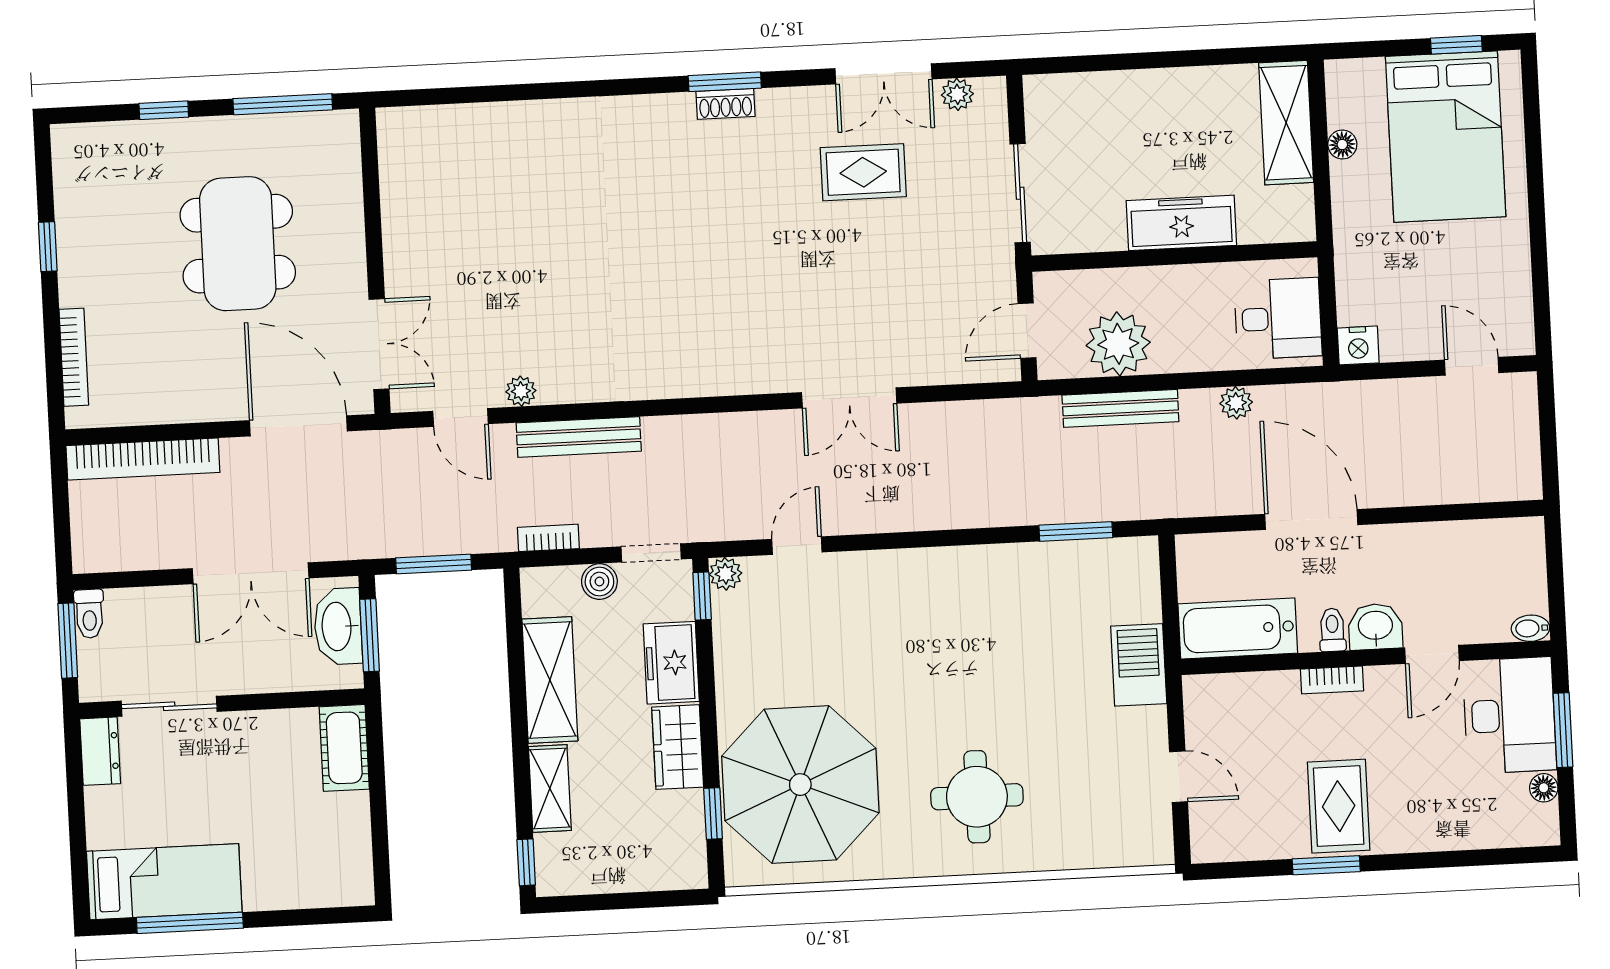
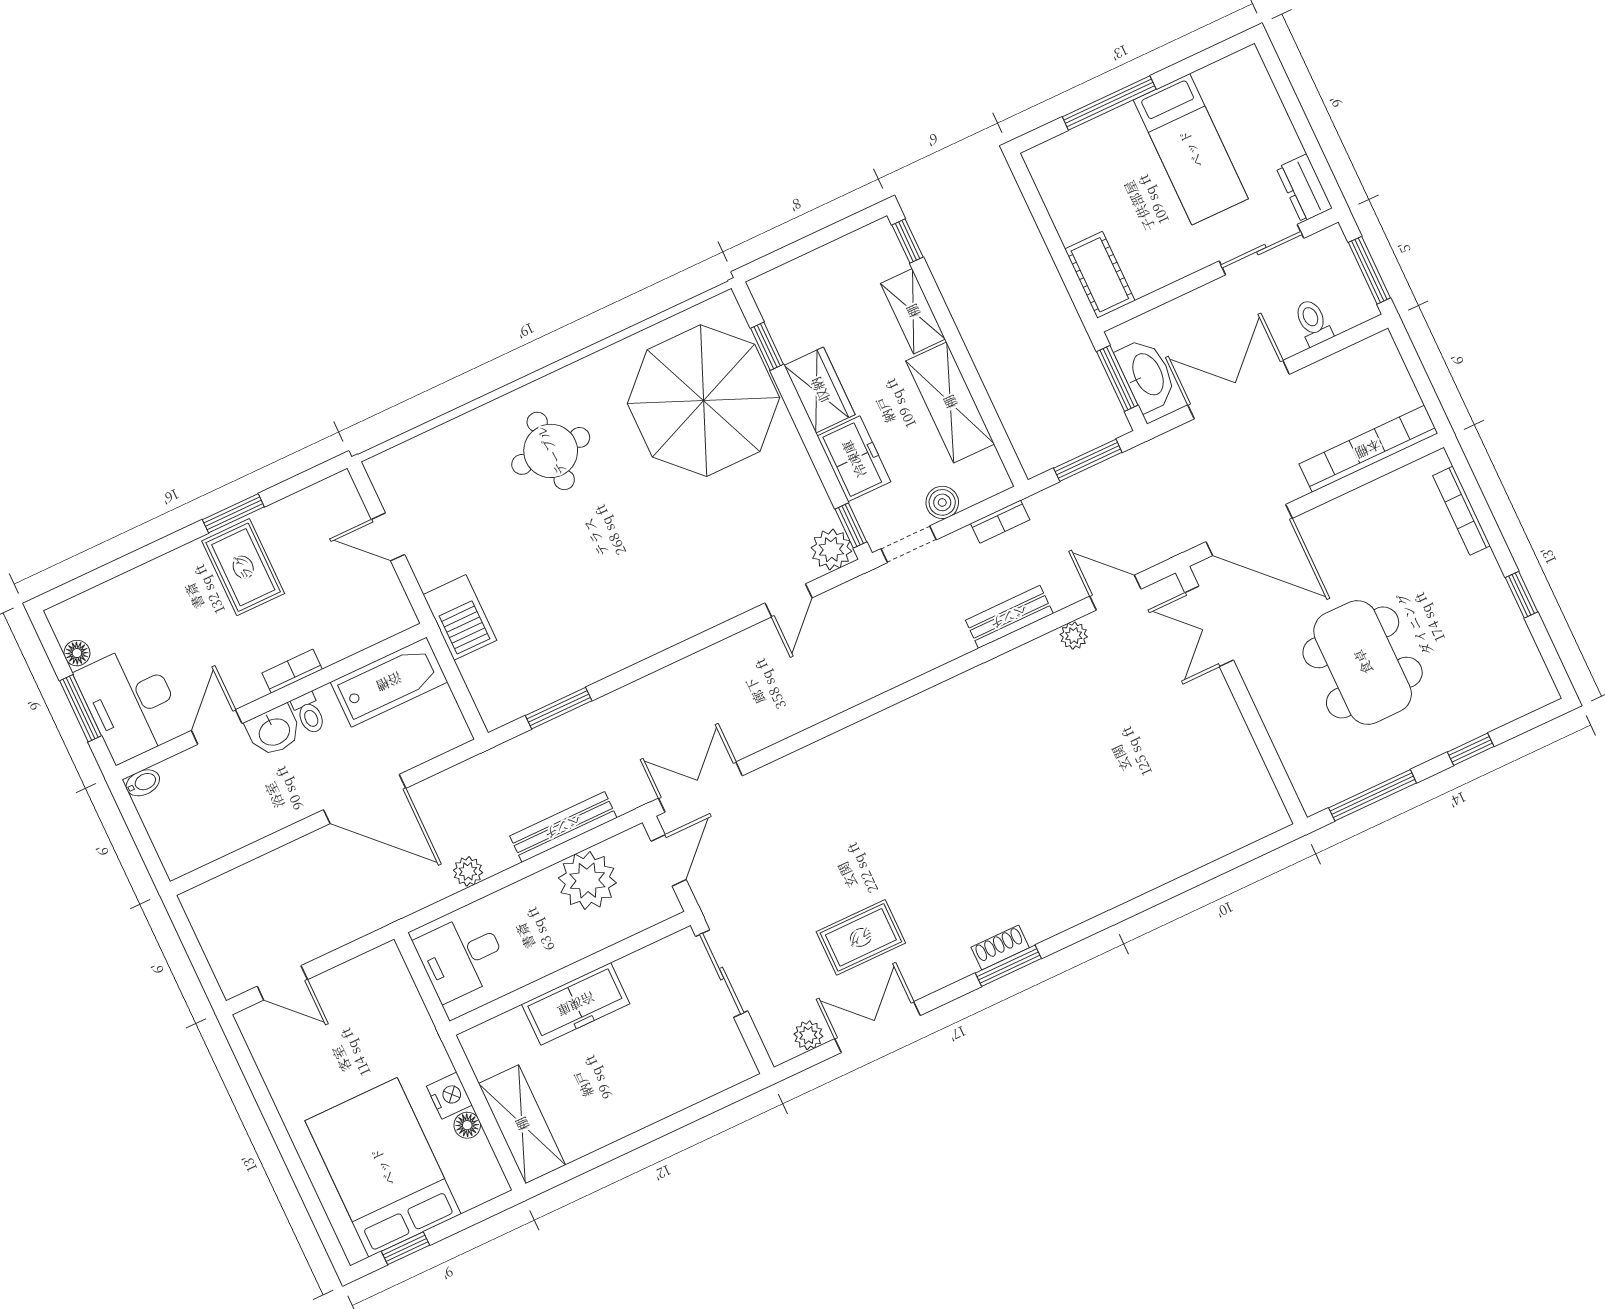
nightstand: (1358, 345) -> (449, 1096), moved, turned 90
double door: (849, 398) -> (700, 787), moved
bench: (579, 437) -> (1009, 617), width x0.73
plant: (726, 574) -> (831, 549), width x1.38, depth x1.38
toilet: (89, 614) -> (1313, 322), moved
bed: (164, 882) -> (1191, 149), moved, turned -90
window: (190, 923) -> (1109, 103), moved

